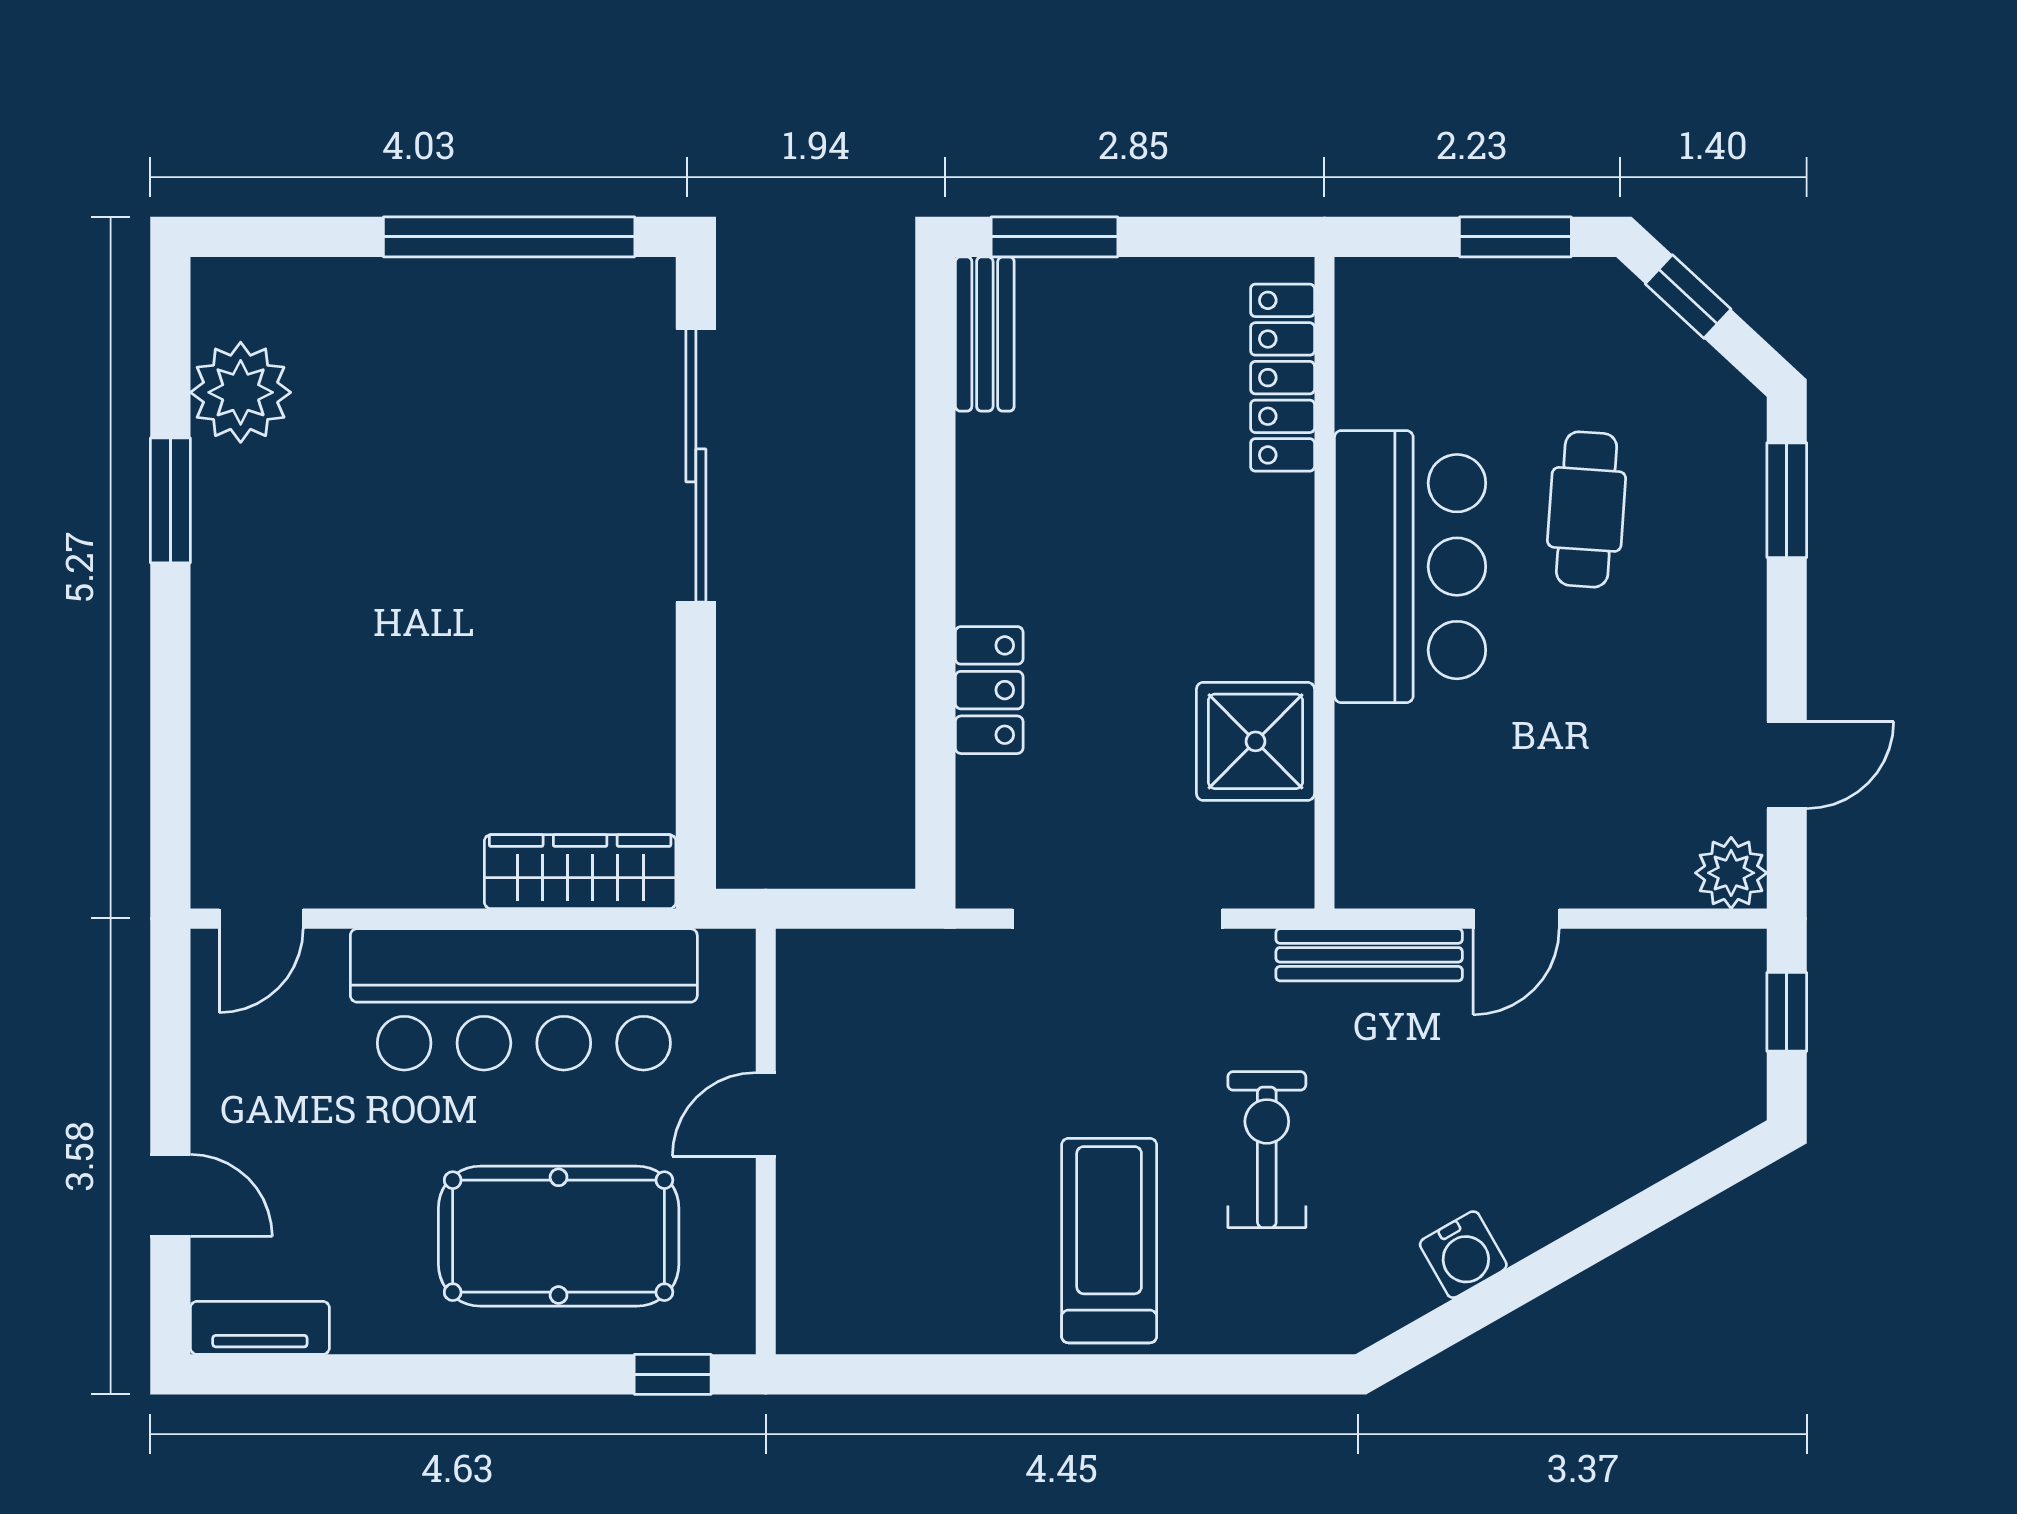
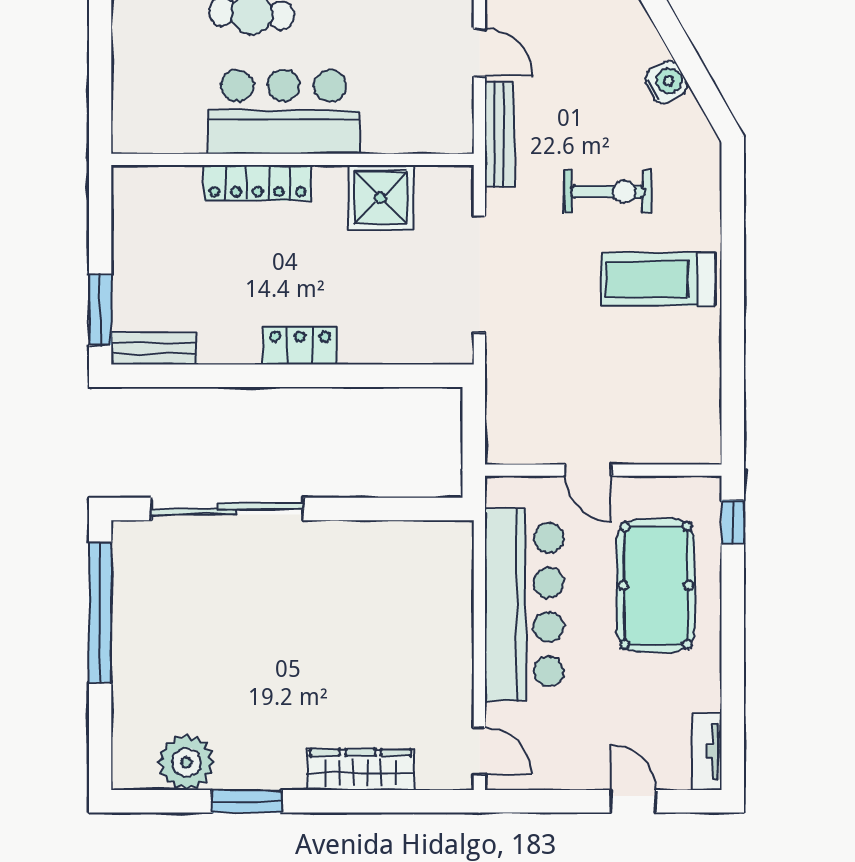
window: (1515, 237) -> (100, 53), removed
locker: (1283, 378) -> (258, 183), moved
locker: (989, 690) -> (300, 346), moved
wardrobe: (580, 872) -> (360, 770), moved, turned 90
exercise bike: (1267, 1150) -> (608, 191), turned 180
door: (170, 1195) -> (633, 801), hinge flipped

